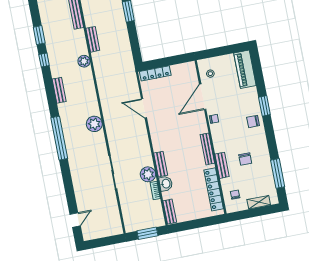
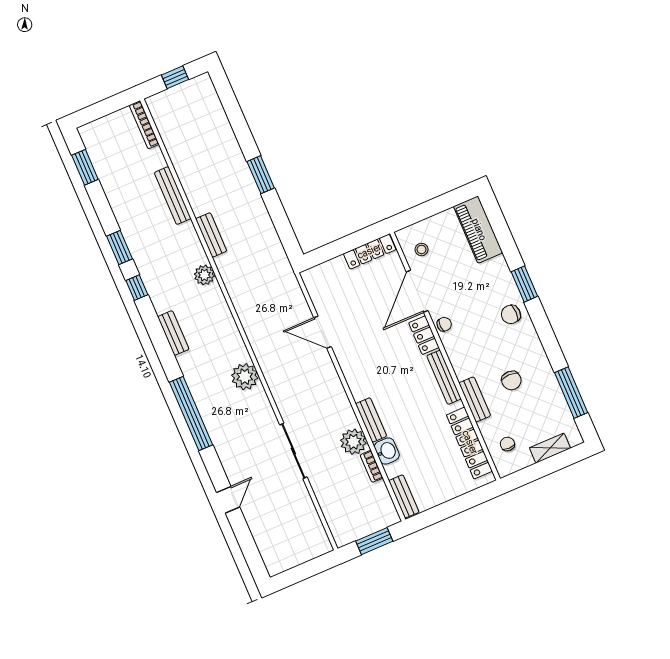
locker: (155, 73) -> (370, 252), moved
locker: (201, 123) -> (424, 335), added
door: (75, 220) -> (228, 500), moved

